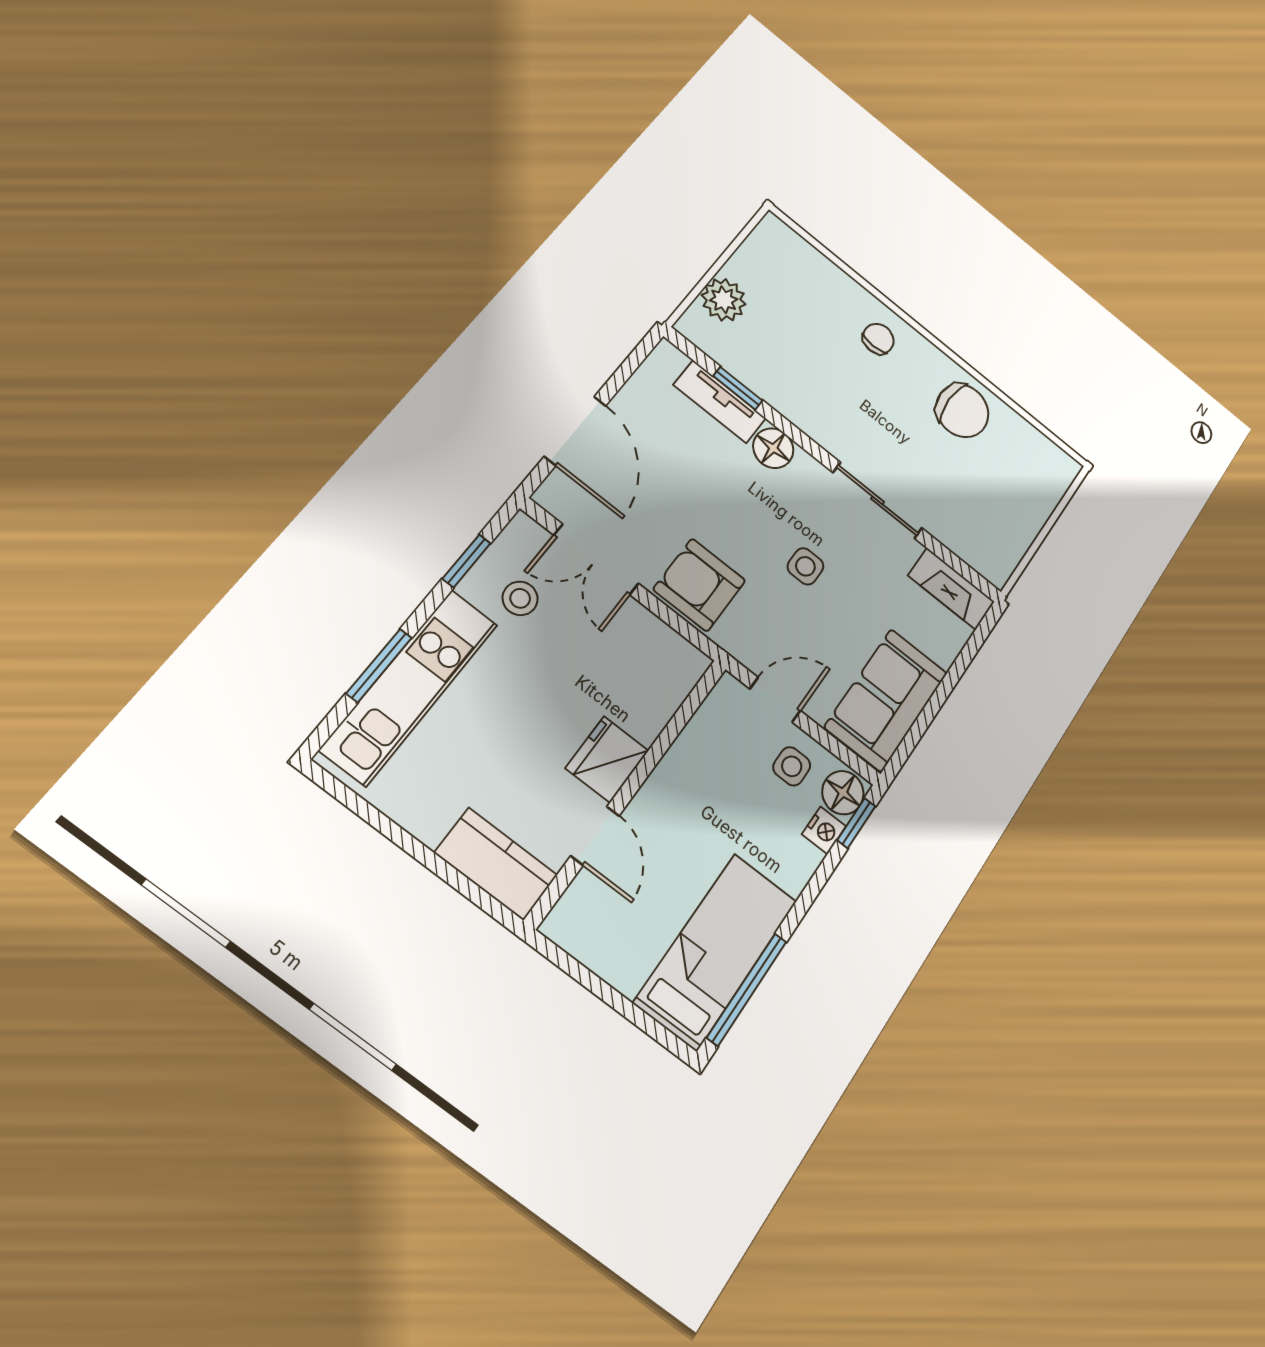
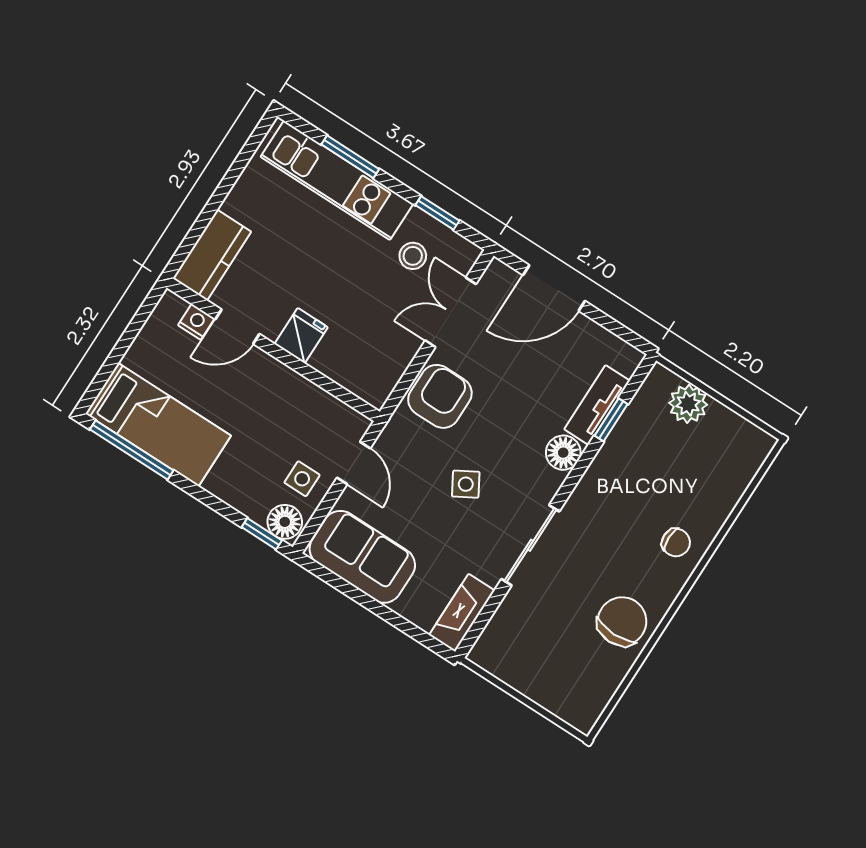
chair: (962, 411) -> (622, 621), turned 180
side table: (805, 566) -> (466, 484), turned -30
fridge: (607, 759) -> (301, 336), width x0.72
nightstand: (824, 830) -> (196, 322), moved, turned 180

